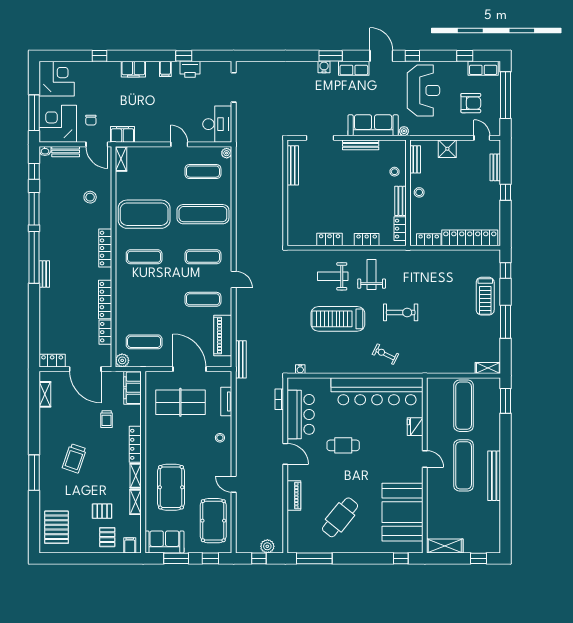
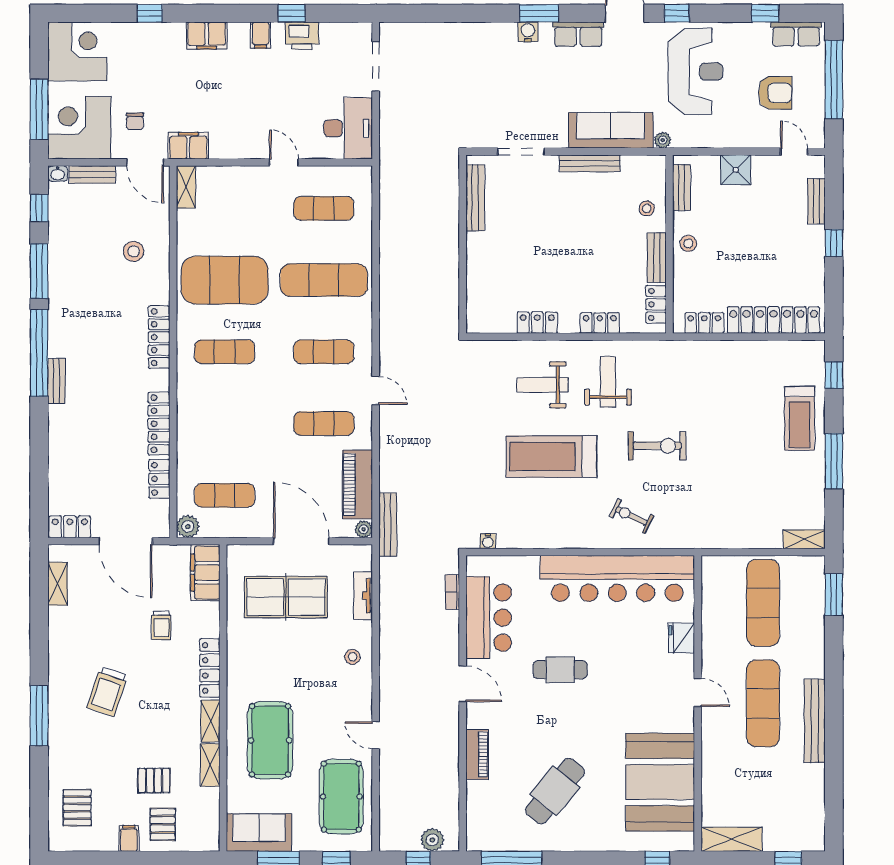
plant: (227, 153) -> (364, 529), moved
pallet: (57, 527) -> (77, 808), width x0.67, depth x0.71
filing cabinet: (130, 545) -> (129, 838), moved

